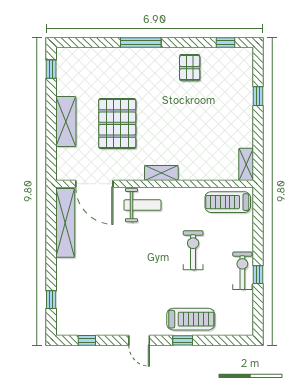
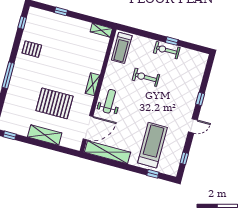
treadmill: (191, 319) -> (152, 145), moved, width x1.37, depth x1.38

